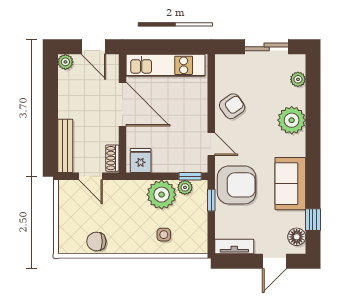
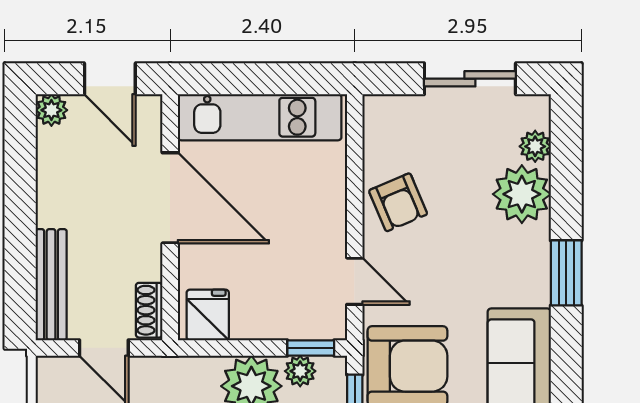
armchair: (232, 106) -> (398, 202), turned 102
plant: (292, 120) -> (522, 194), moved
window: (313, 140) -> (566, 273), added

